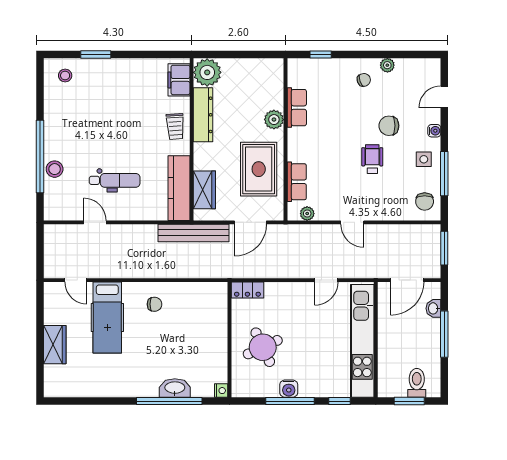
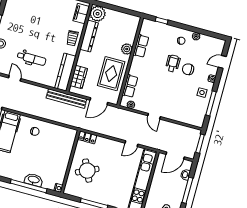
wheelchair: (372, 159) -> (173, 63), moved
chair: (425, 202) -> (196, 116), removed
water cooler: (289, 389) -> (95, 197), removed

